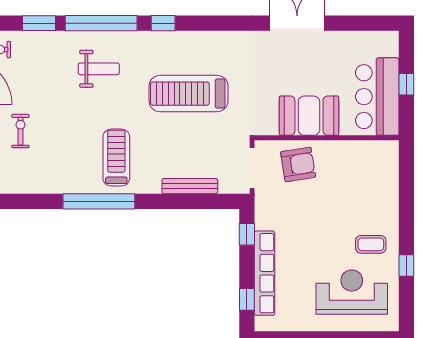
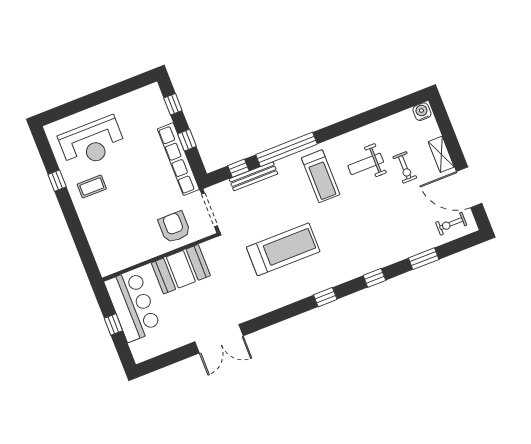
window: (101, 23) -> (374, 278), width x0.32
weight bench: (99, 69) -> (366, 164), moved
armchair: (298, 164) -> (174, 227), turned 99
window: (99, 201) -> (286, 149), moved
window: (203, 201) -> (238, 168), added
window: (247, 234) -> (187, 140), moved
row of seats: (265, 273) -> (178, 159), moved

